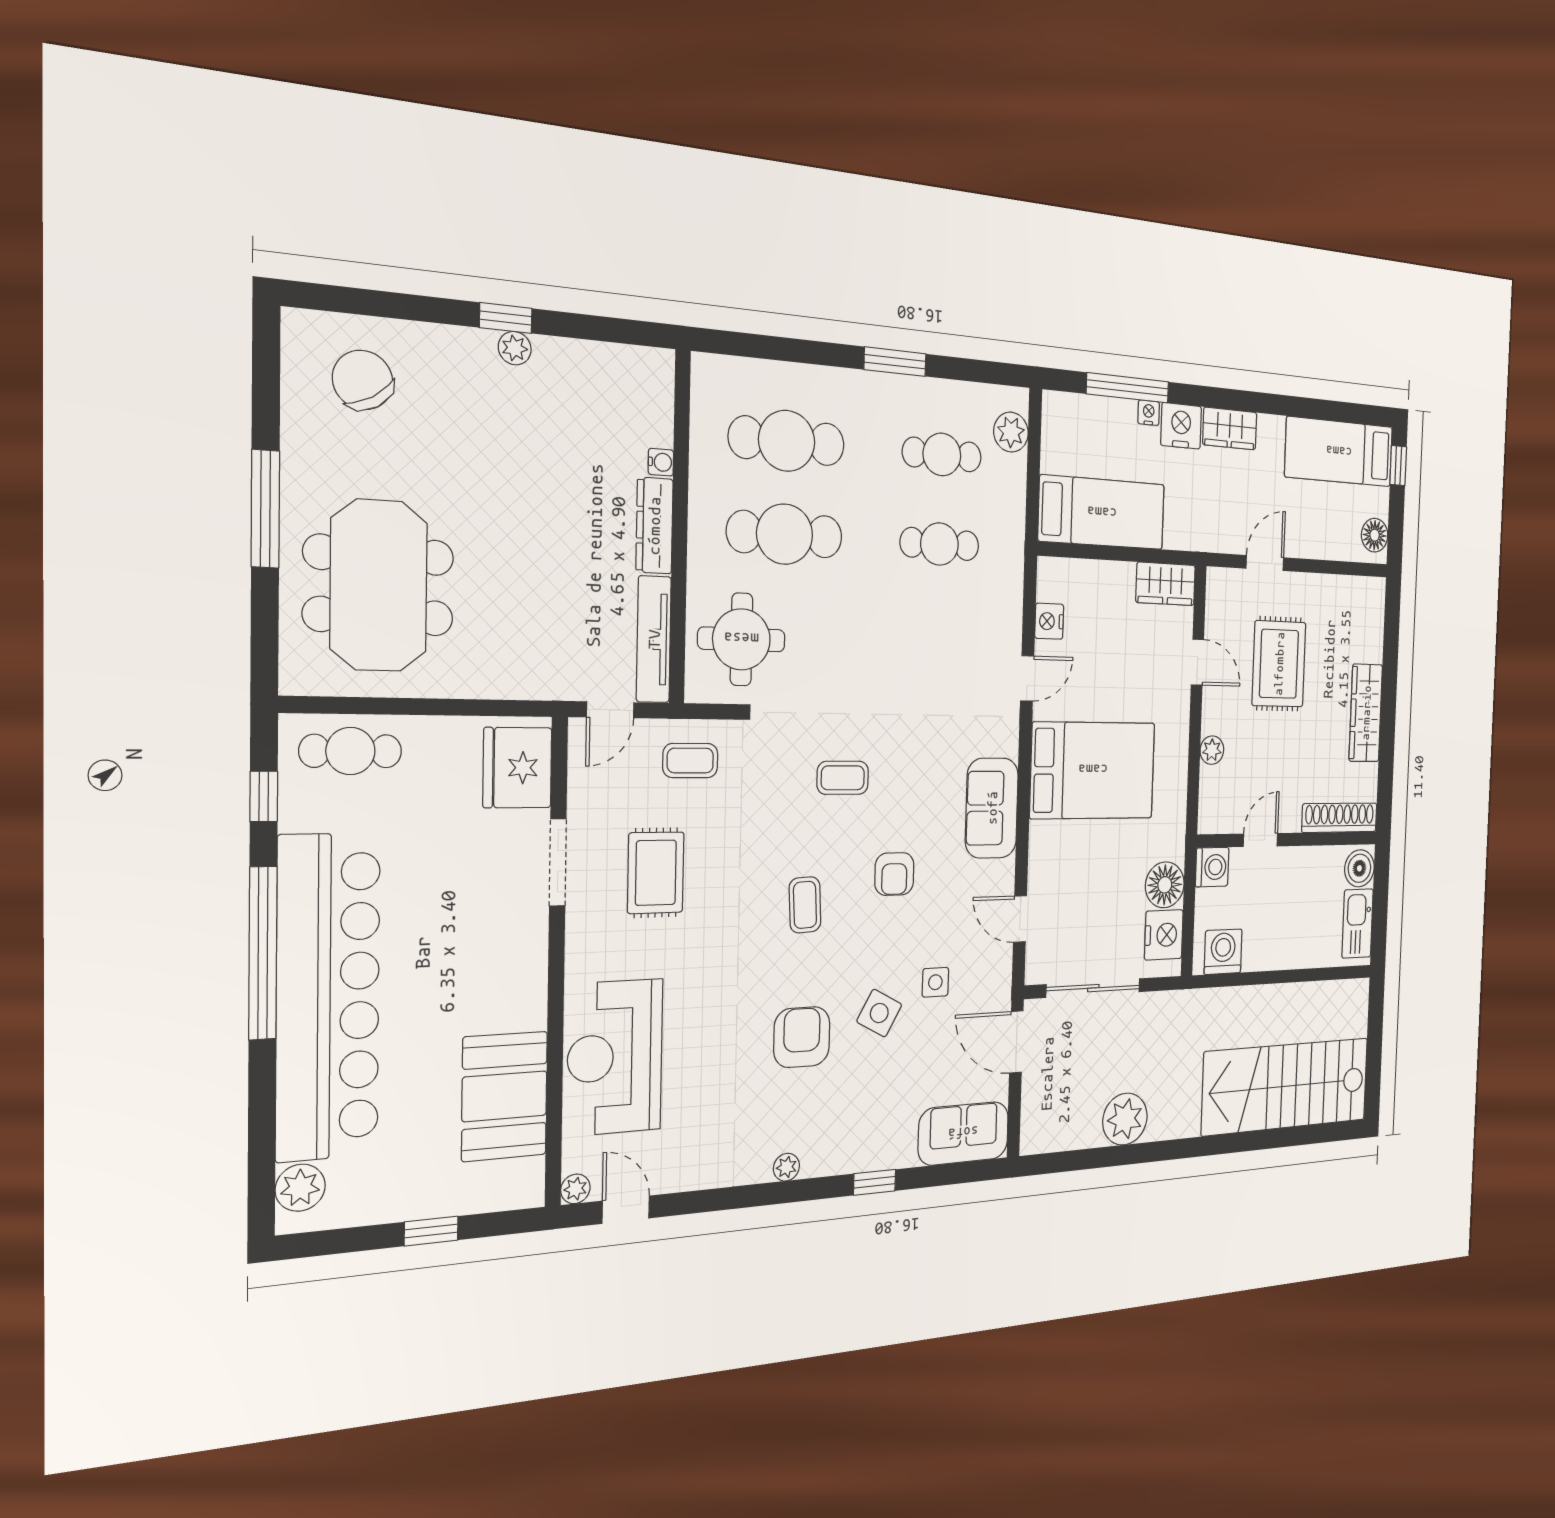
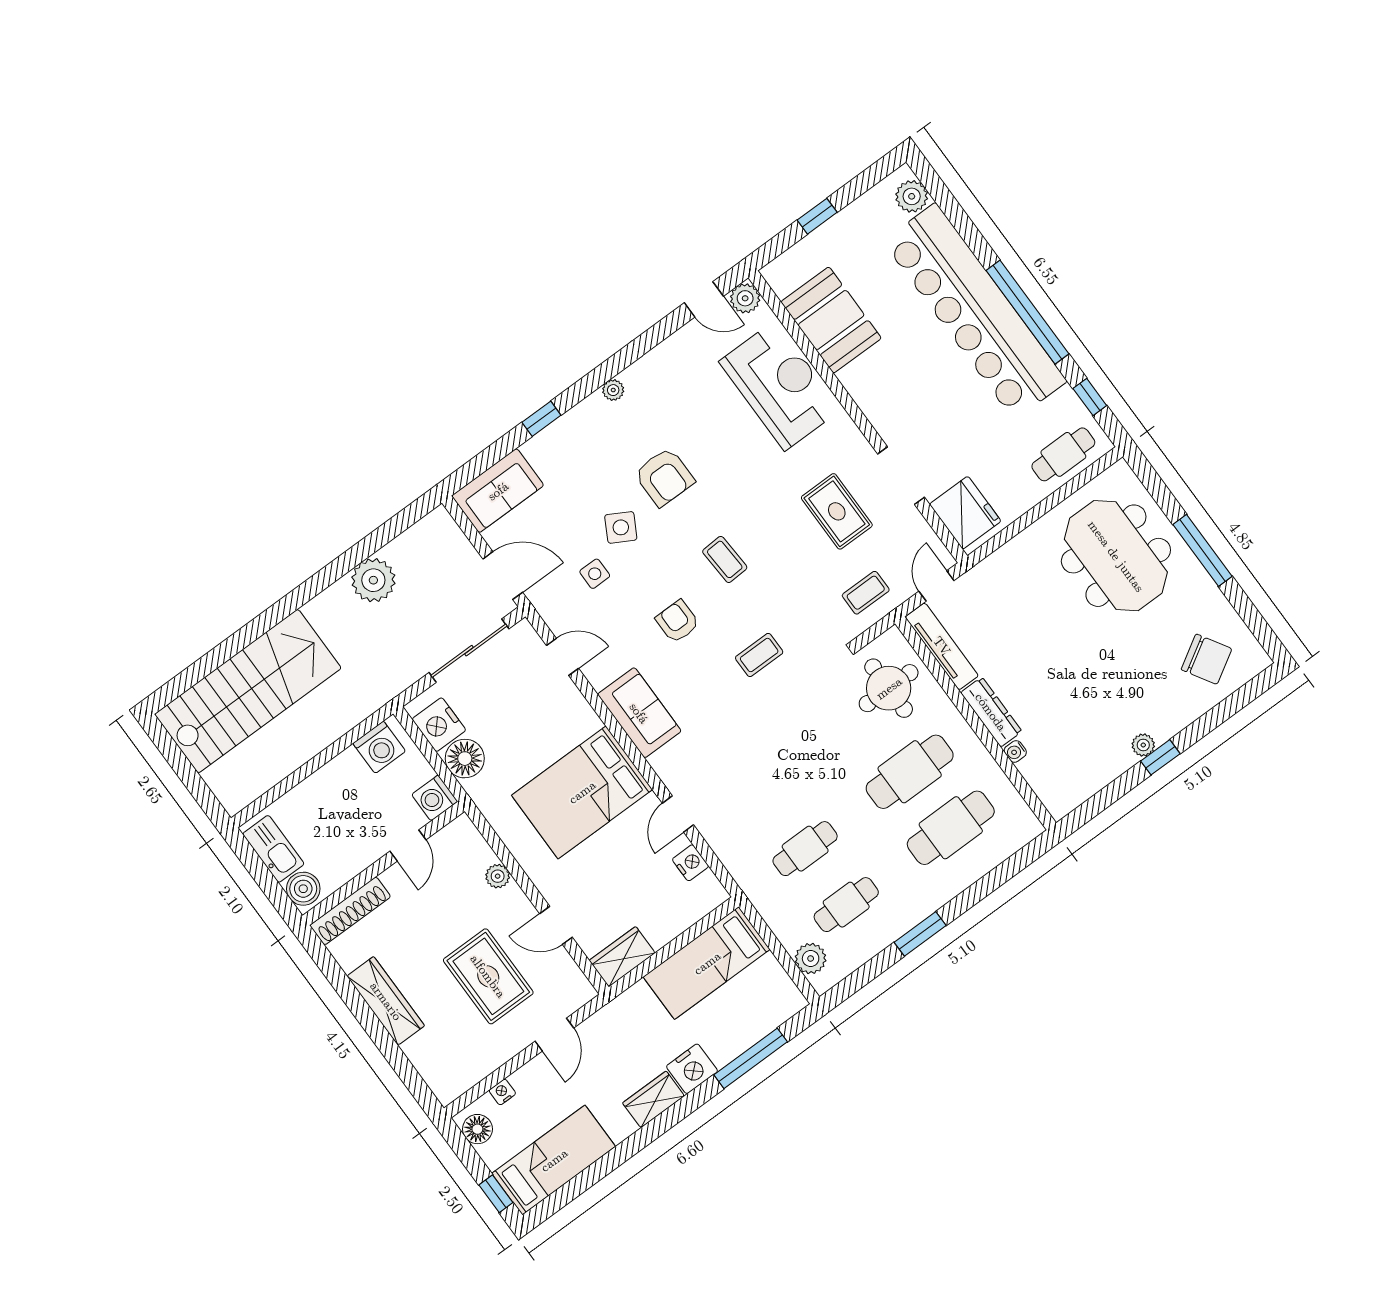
nightstand: (1149, 413) -> (502, 1092), moved, turned 180
plant: (575, 1189) -> (745, 298), width x1.38, depth x1.38

